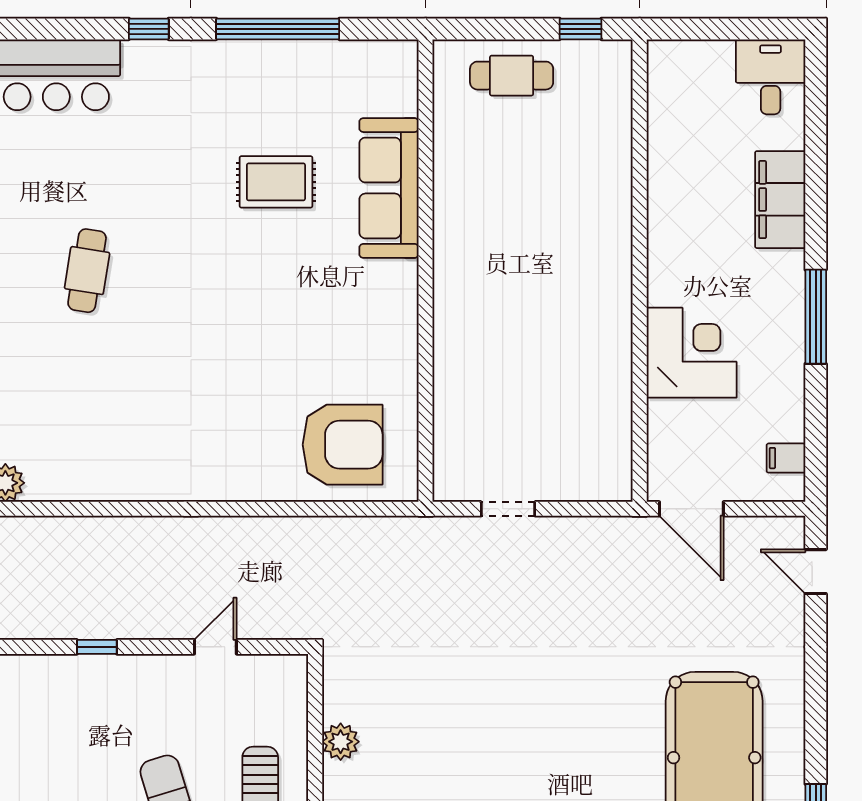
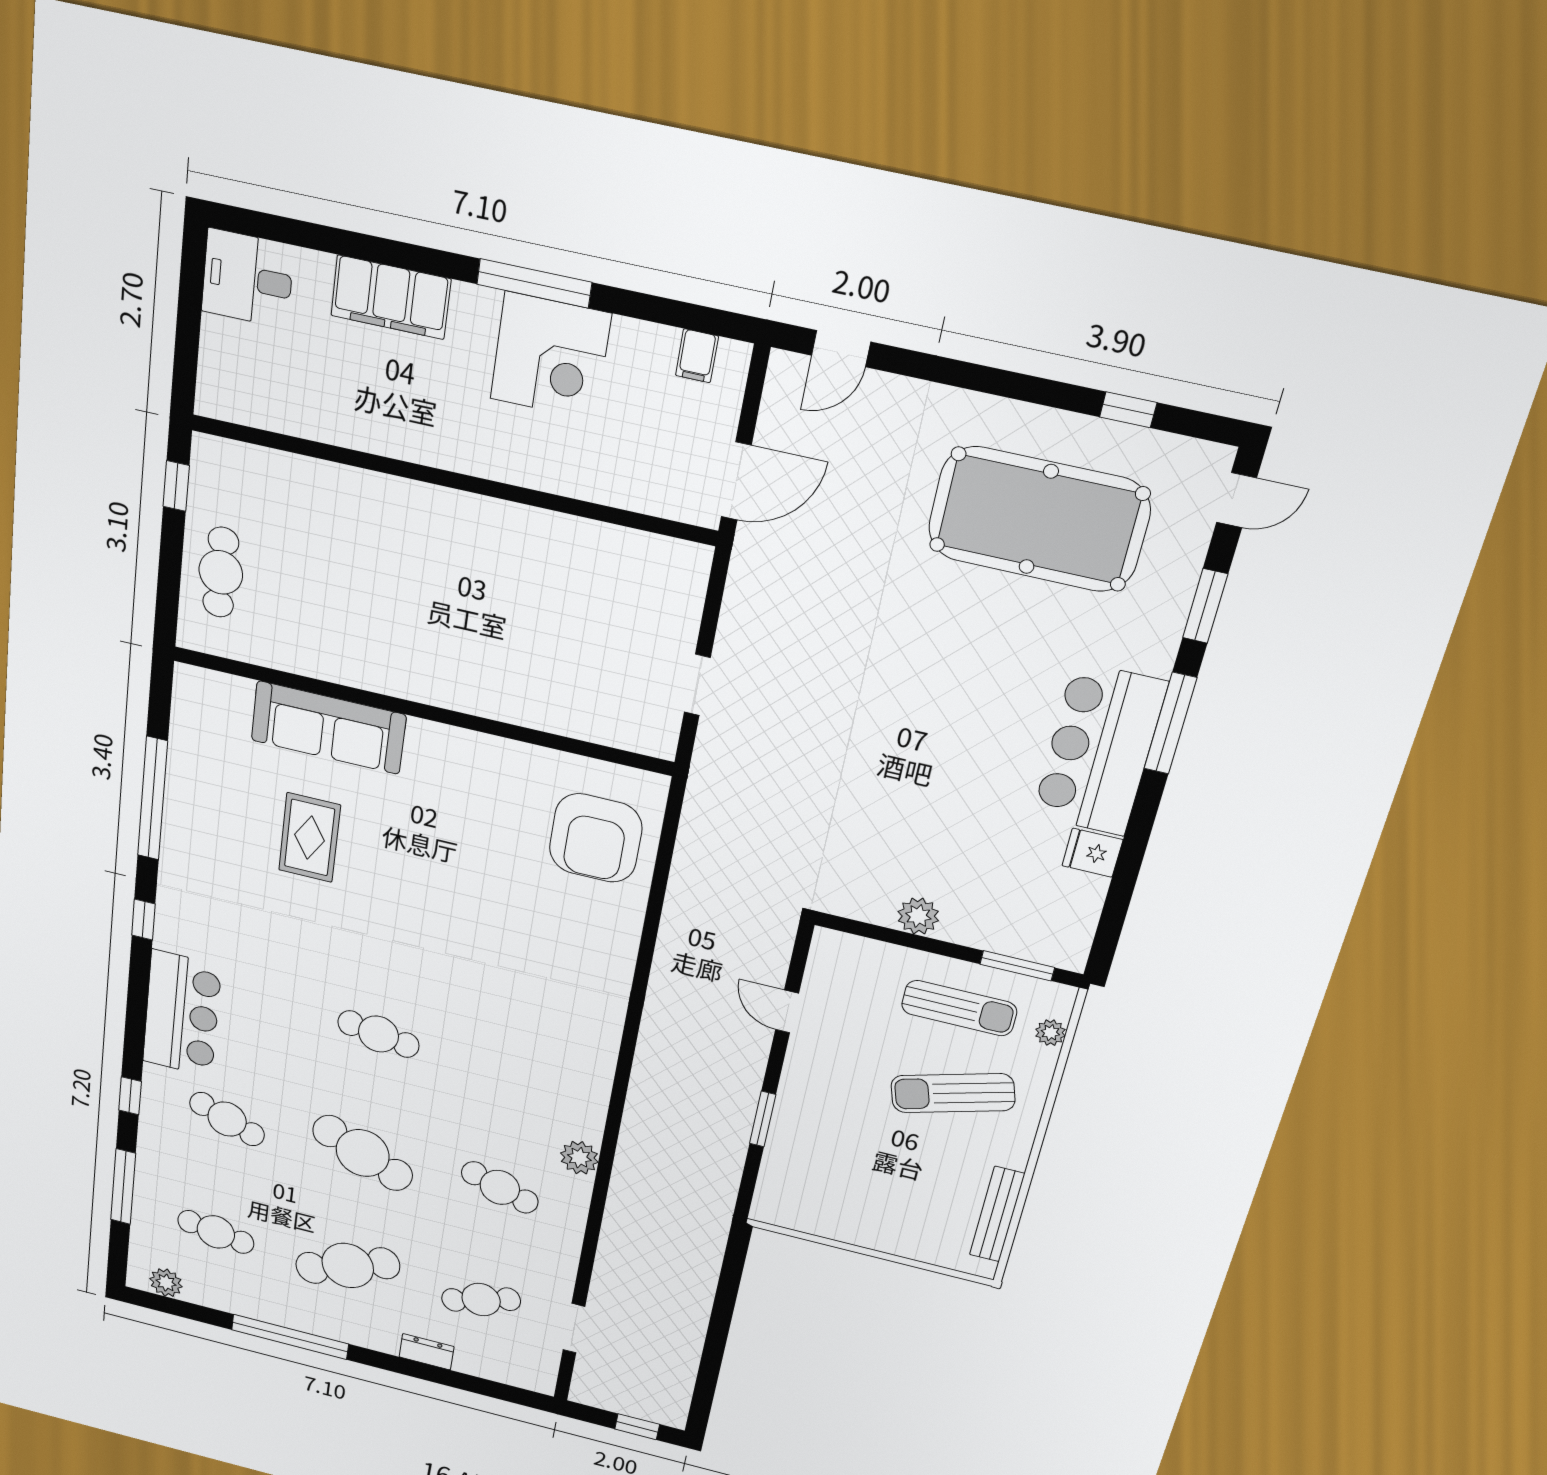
corner desk: (692, 353) -> (550, 356), moved, turned 180
armchair: (343, 445) -> (596, 838), turned 180
window: (97, 647) -> (763, 1119), width x1.50

